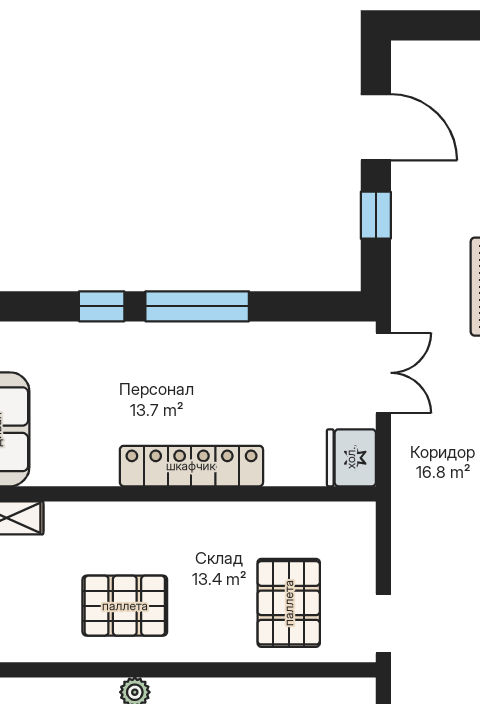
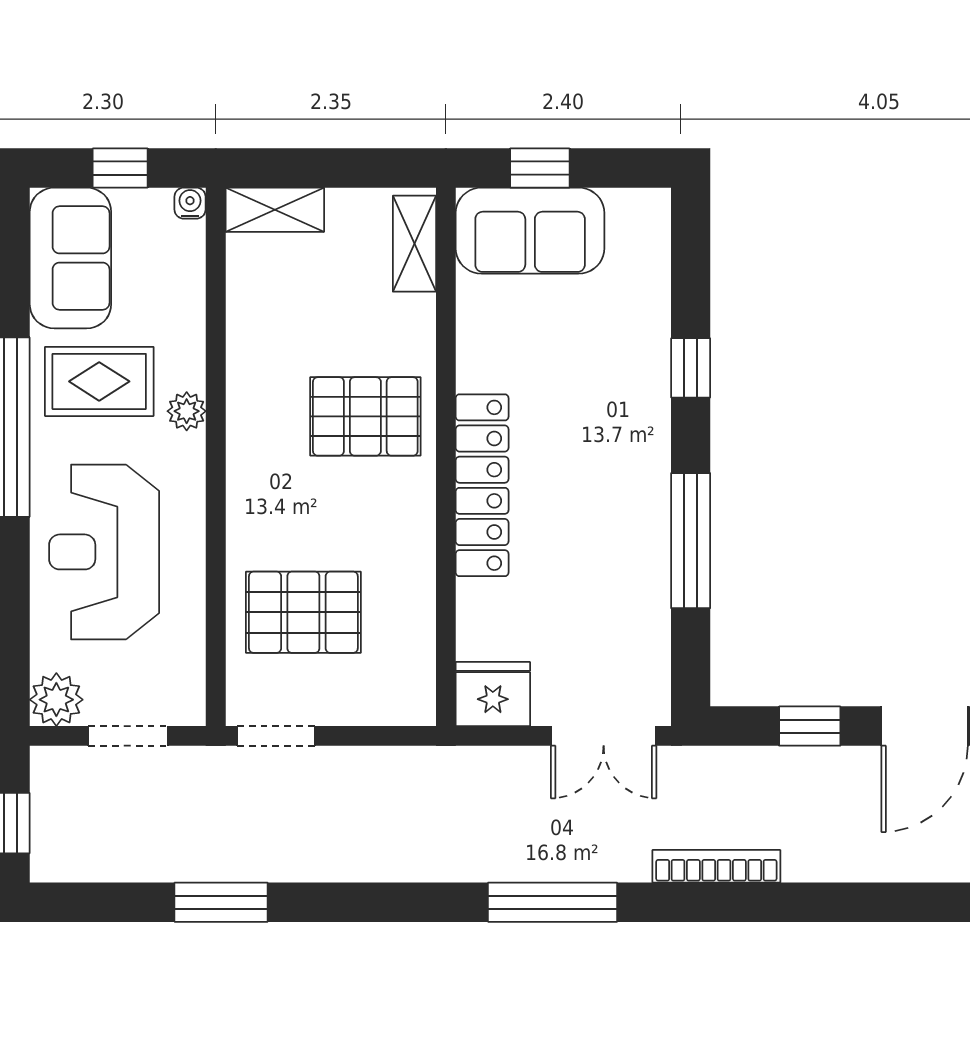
window: (197, 306) -> (691, 541), moved
pallet: (125, 606) -> (365, 416), moved, turned 90

